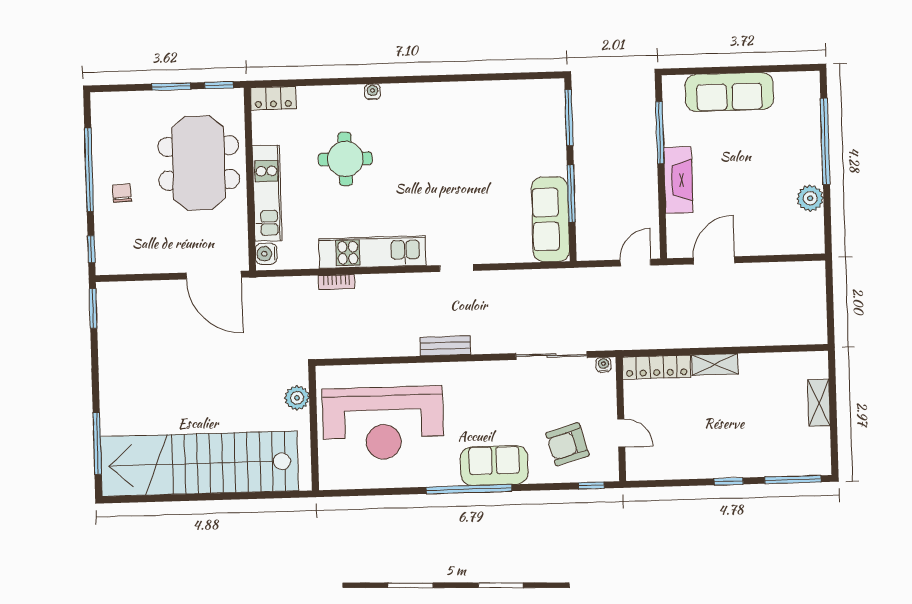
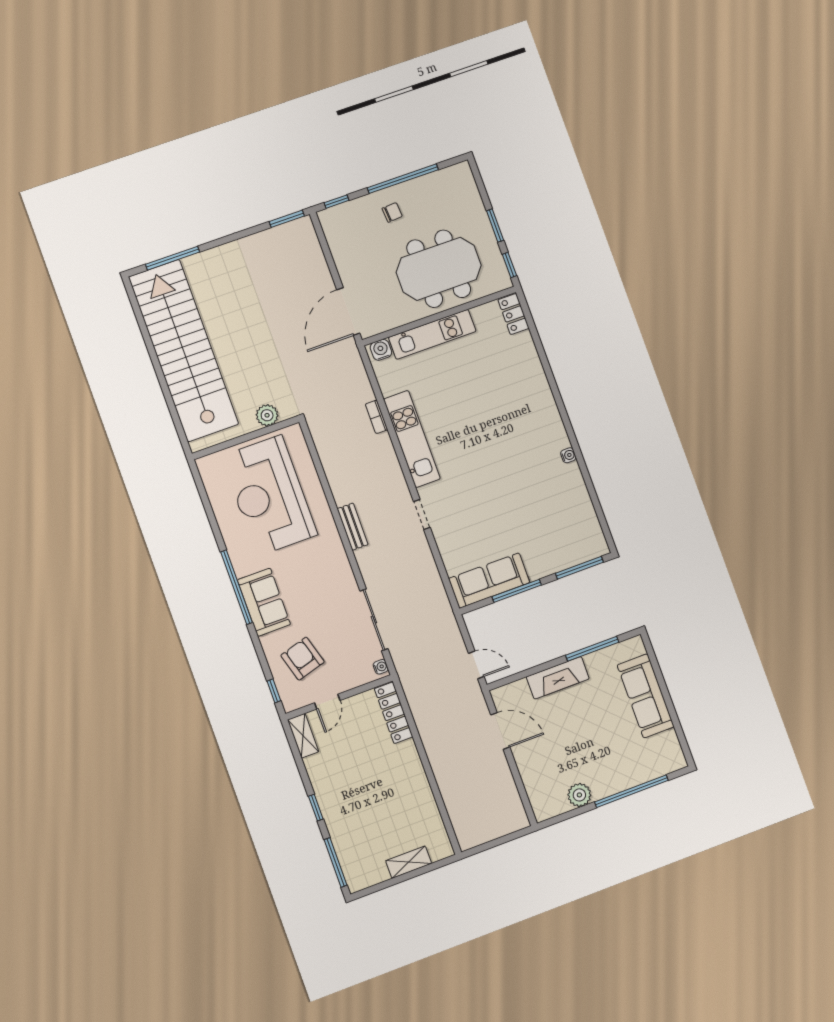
water cooler: (373, 92) -> (568, 455), moved
round table: (345, 159) -> (483, 391), removed
shelving: (715, 364) -> (303, 736), moved

